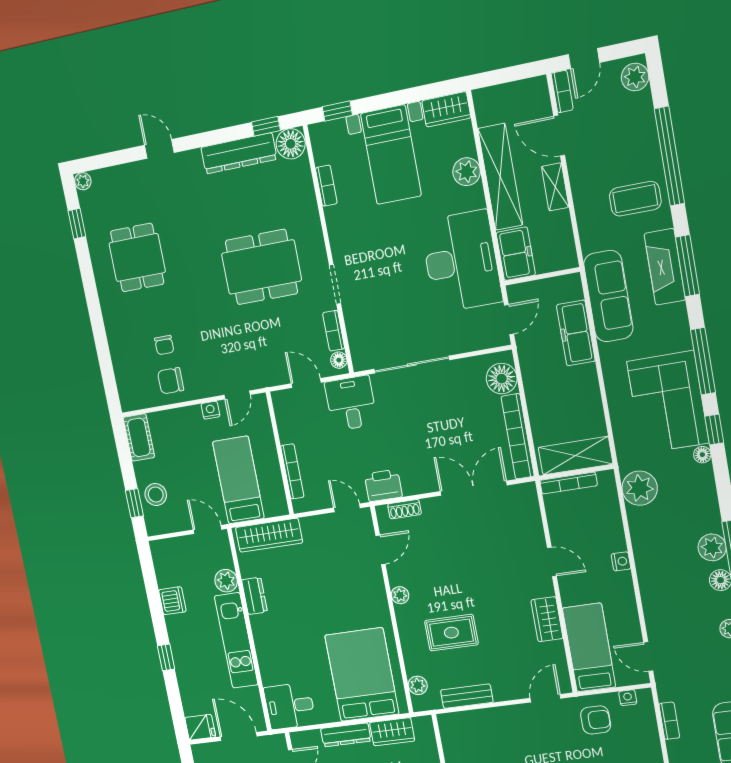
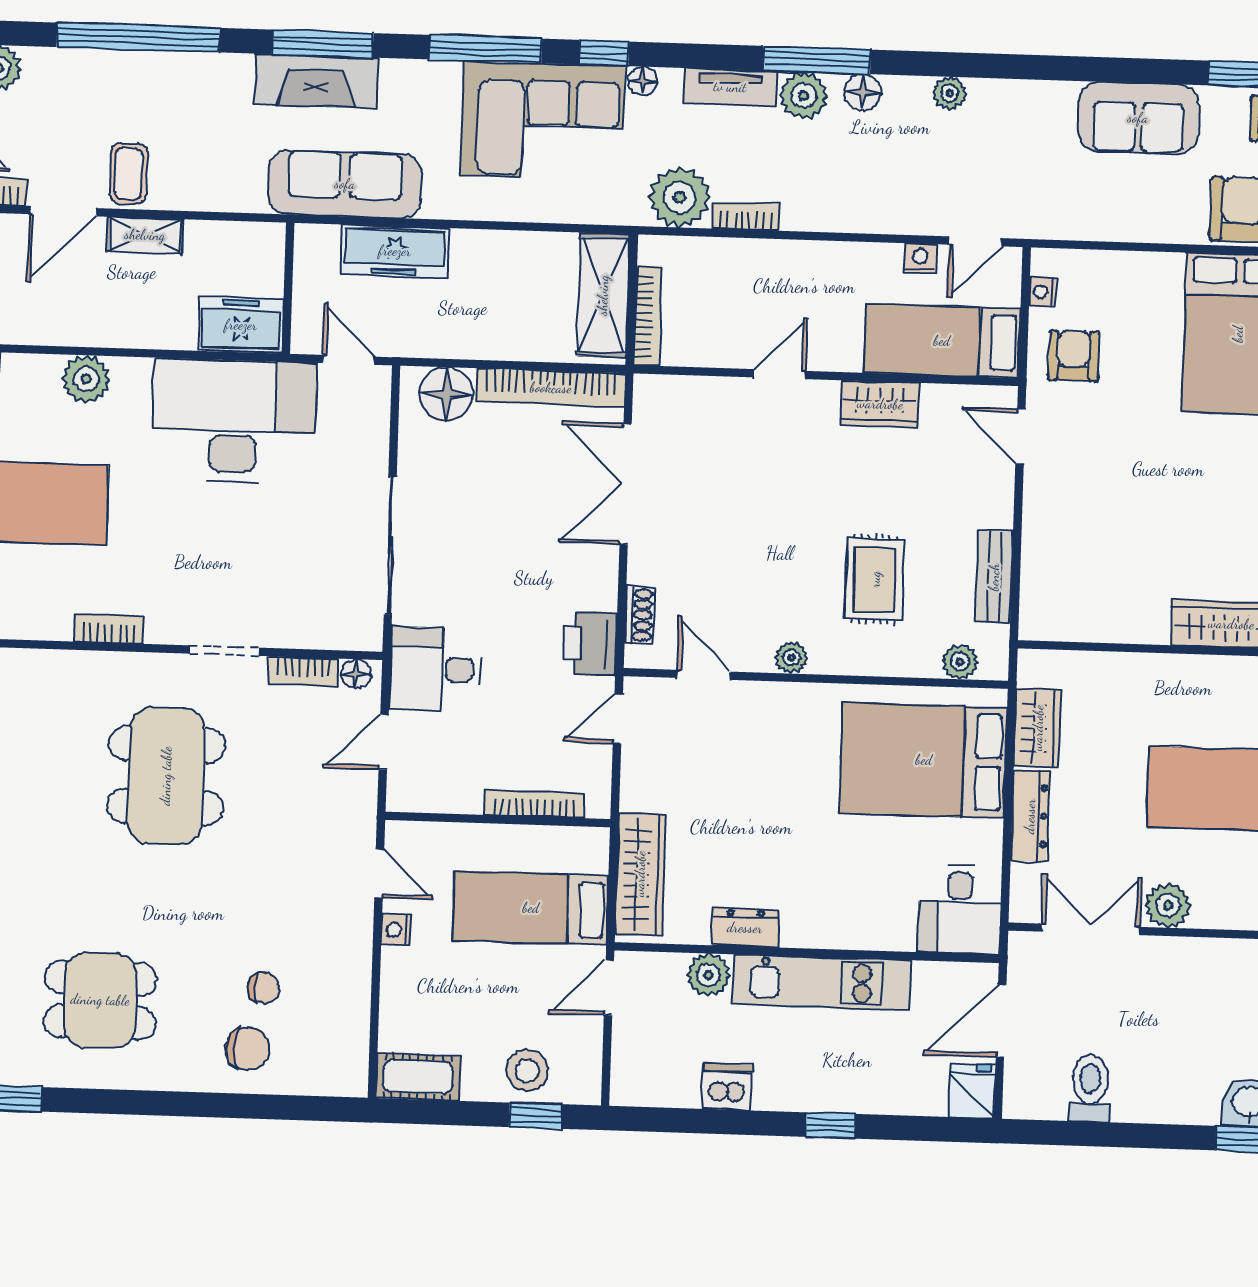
shelving: (500, 177) -> (108, 324), removed
bookcase: (326, 186) -> (109, 629), moved
coffee table: (635, 199) -> (129, 174), moved, width x0.73, depth x0.77
chair: (171, 381) -> (247, 1049), moved, turned -90
tv unit: (709, 505) -> (730, 87), added
nightstand: (621, 561) -> (920, 259), moved
bookcase: (669, 721) -> (746, 216), moved

